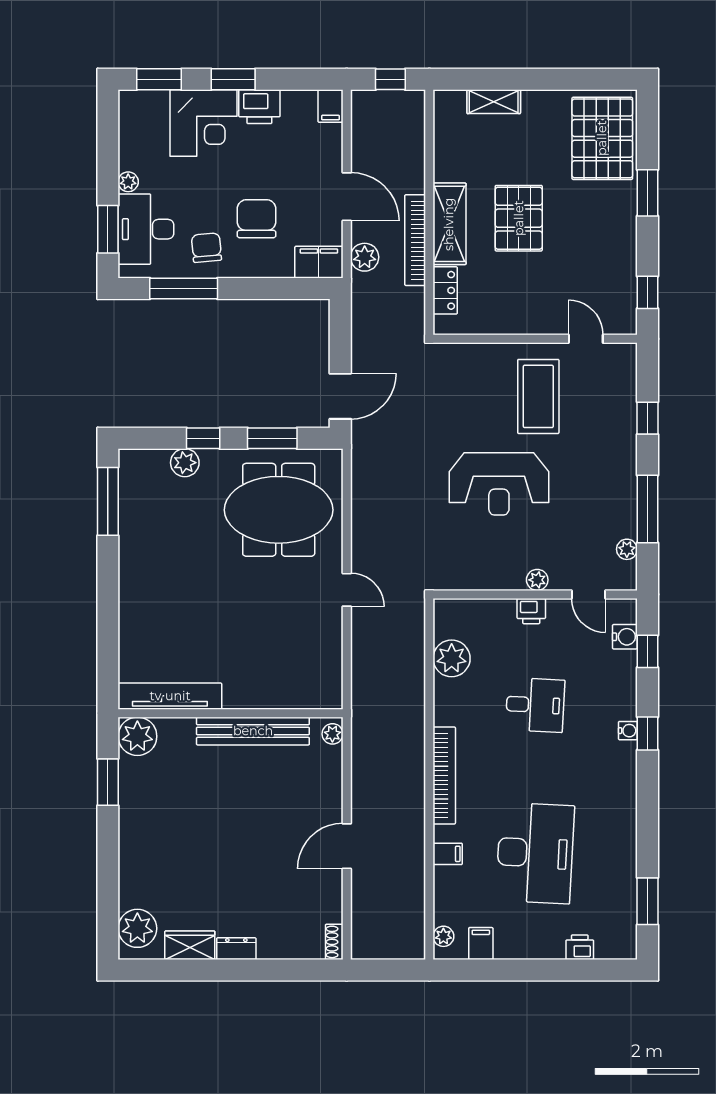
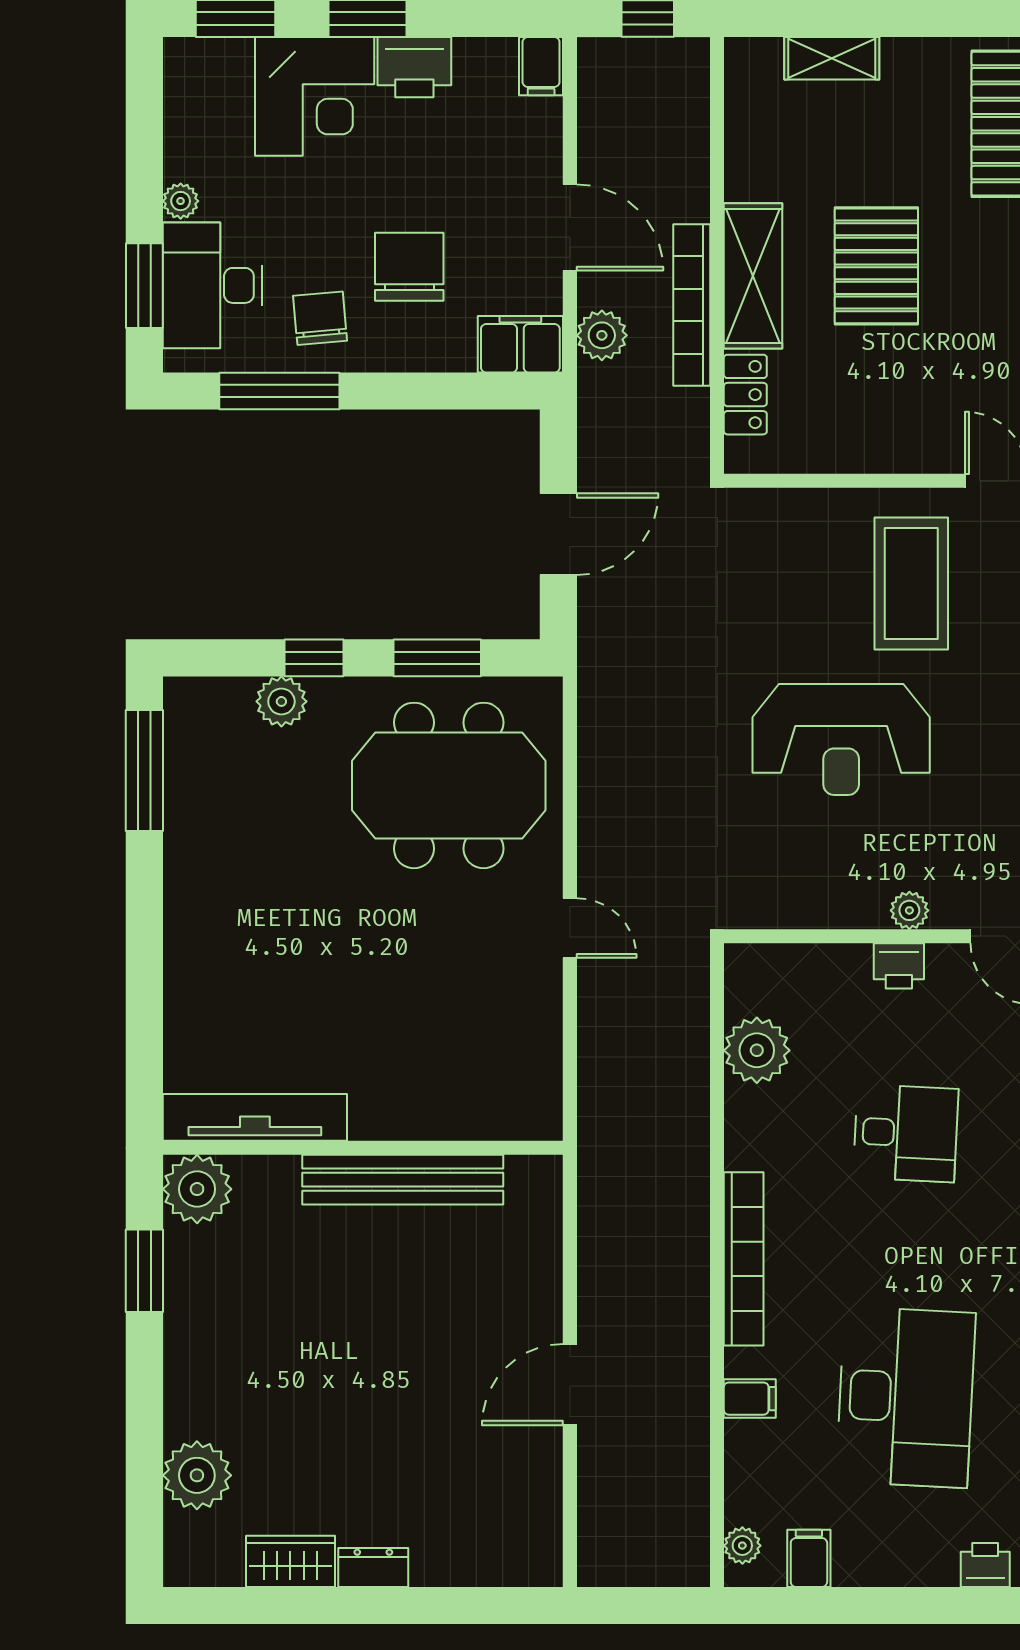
door: (340, 396) -> (558, 534), moved
plant: (332, 734) -> (545, 1185), removed
plant: (137, 928) -> (197, 1475), moved
shoe rack: (334, 942) -> (548, 1555), removed

